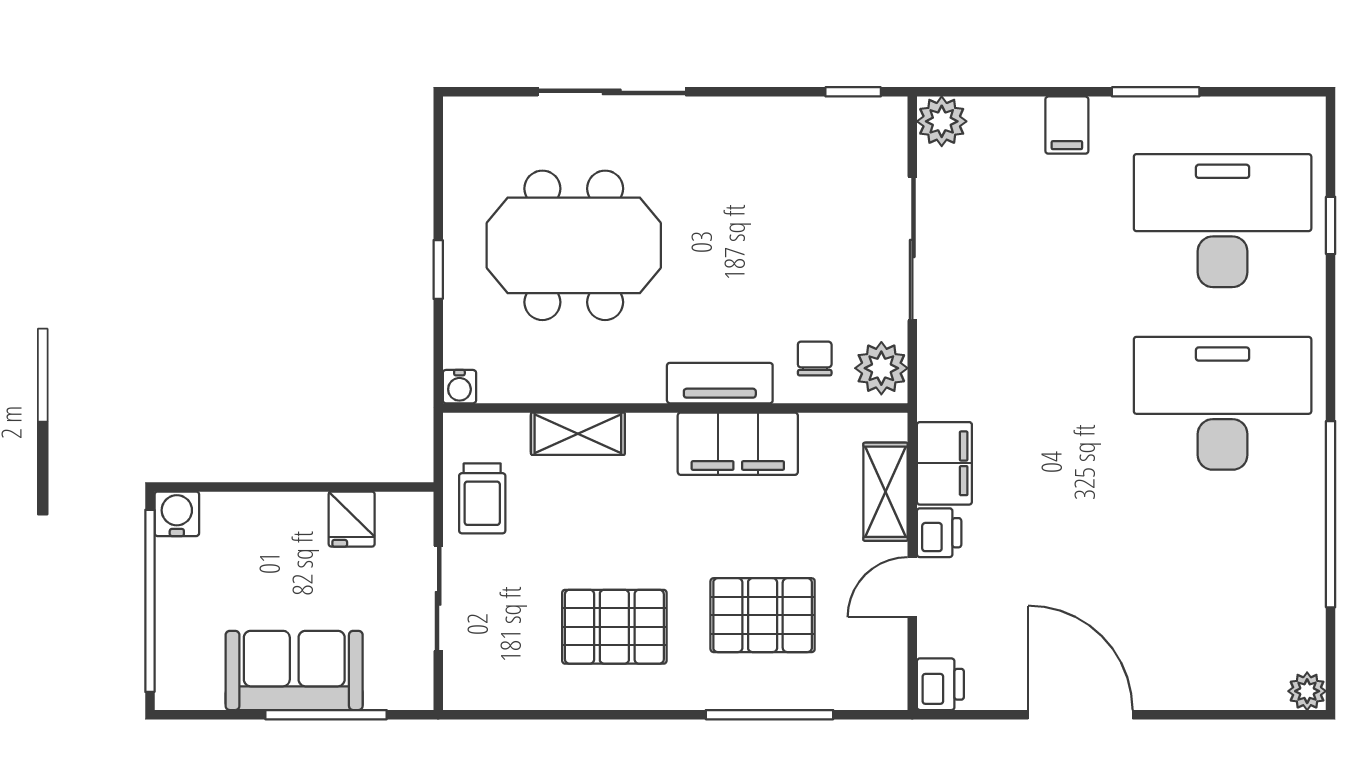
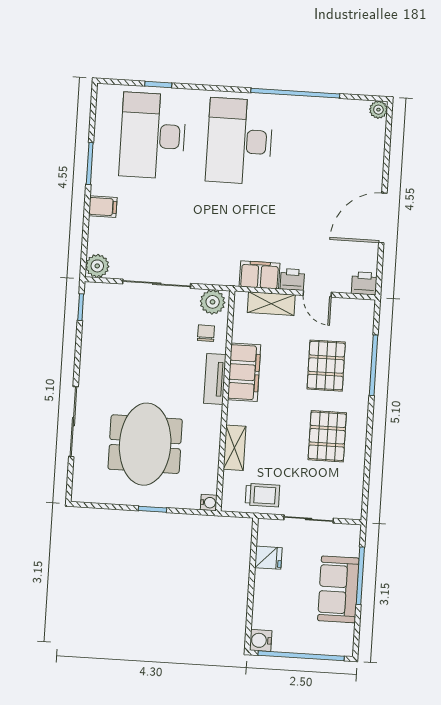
chair: (815, 359) -> (206, 333), turned 90

